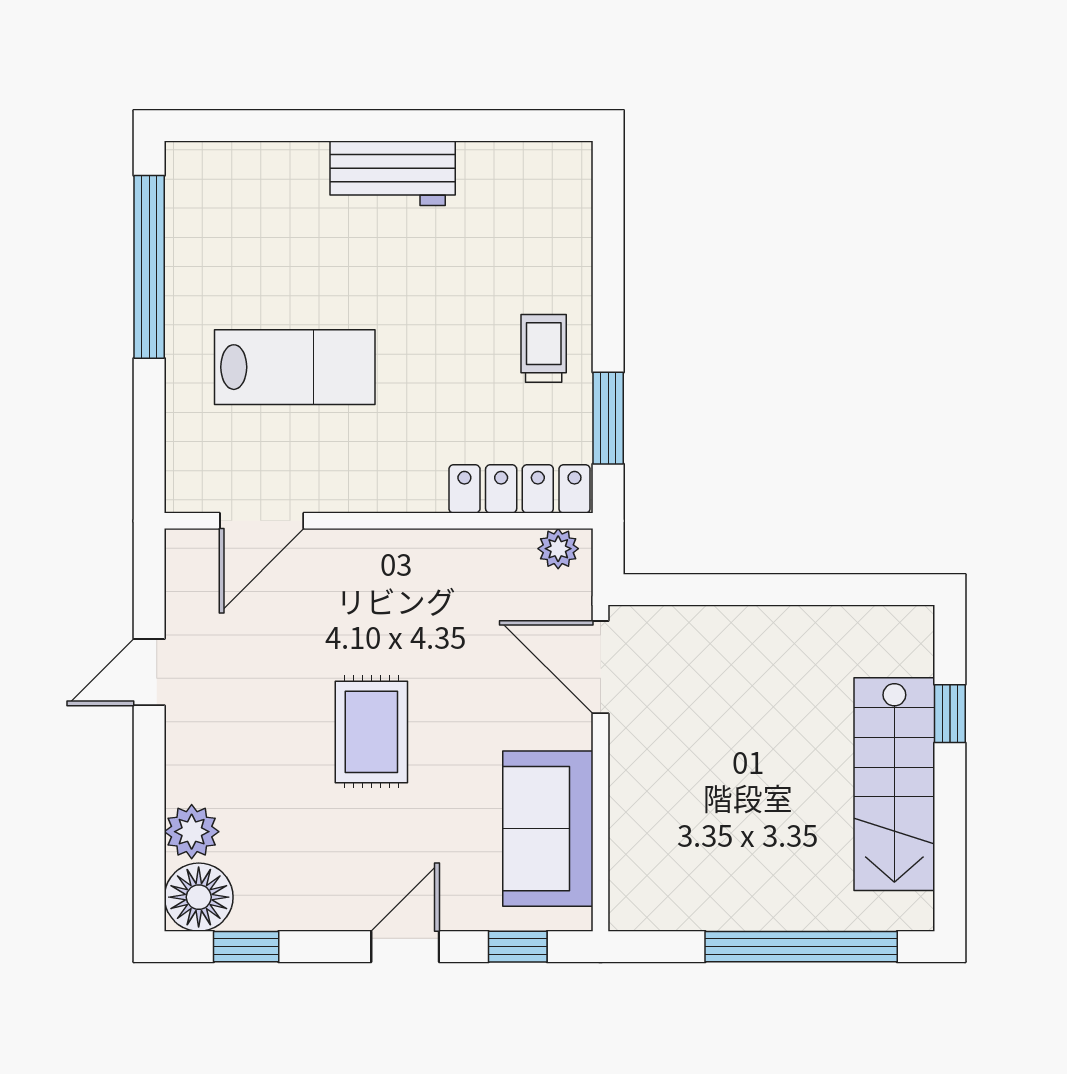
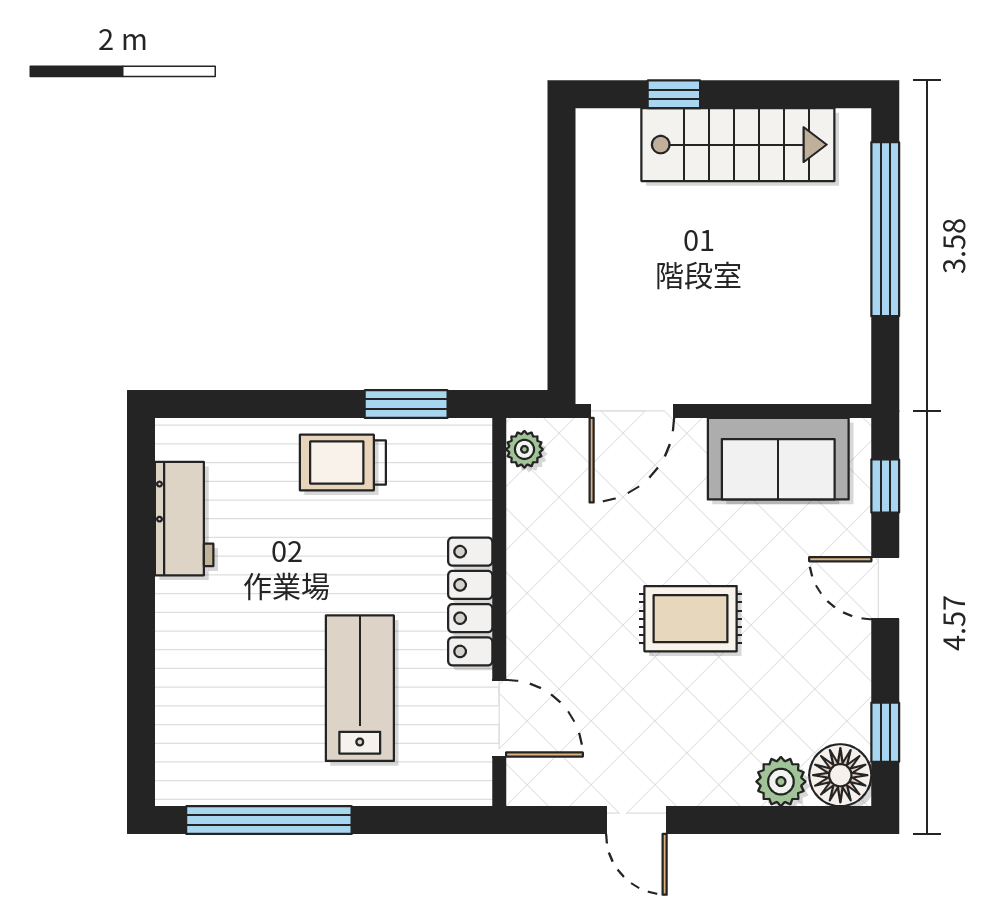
workbench: (393, 173) -> (184, 519), moved
trolley: (544, 348) -> (343, 463), width x1.36, depth x1.39
locker: (519, 489) -> (470, 602), moved

